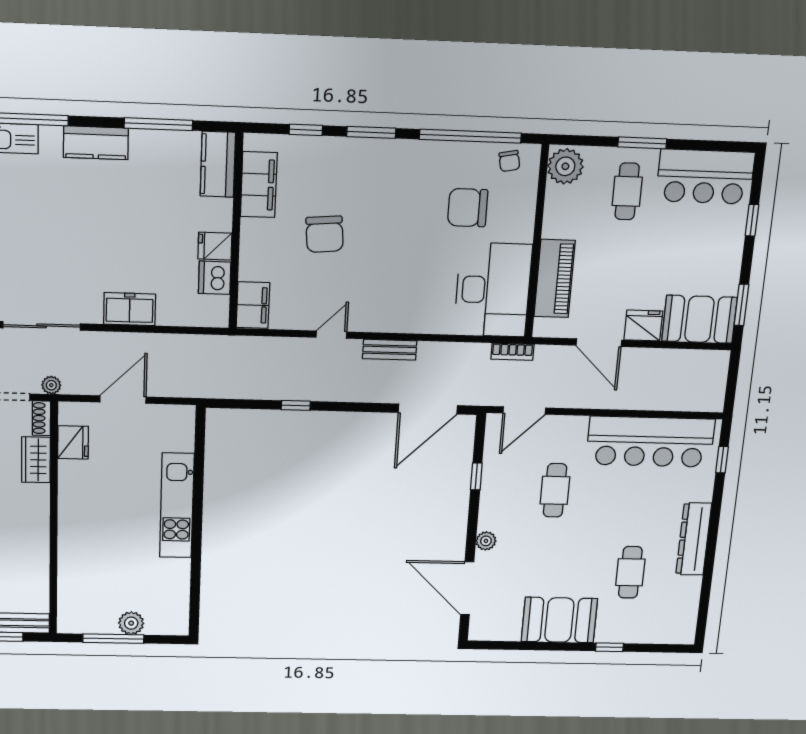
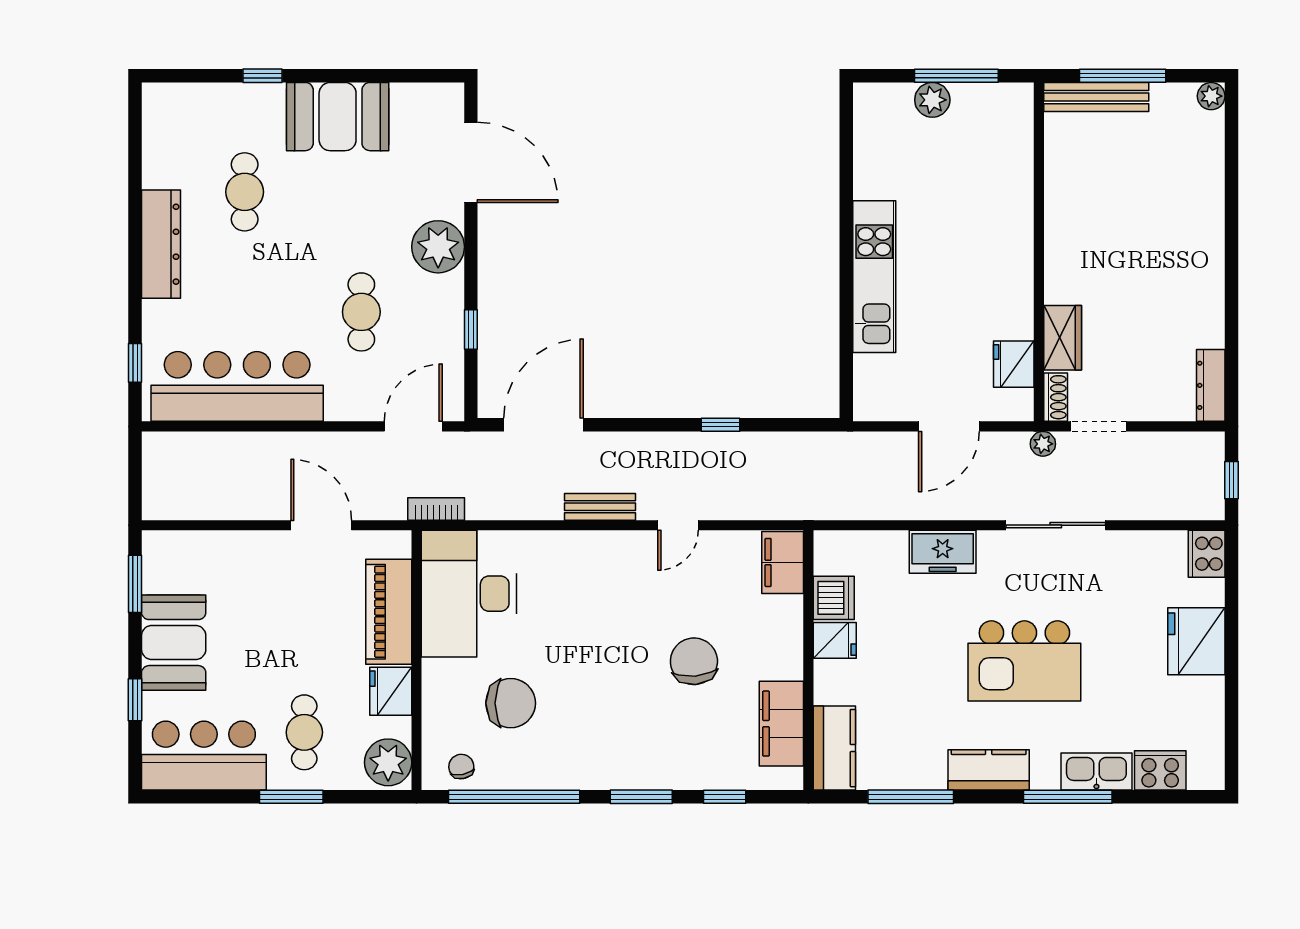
kitchen island: (67, 226) -> (1024, 661), added
booth: (699, 319) -> (174, 643), moved, turned 90
fridge: (643, 326) -> (391, 691), moved, turned 90
plant: (486, 541) -> (438, 247), width x1.87, depth x1.87

